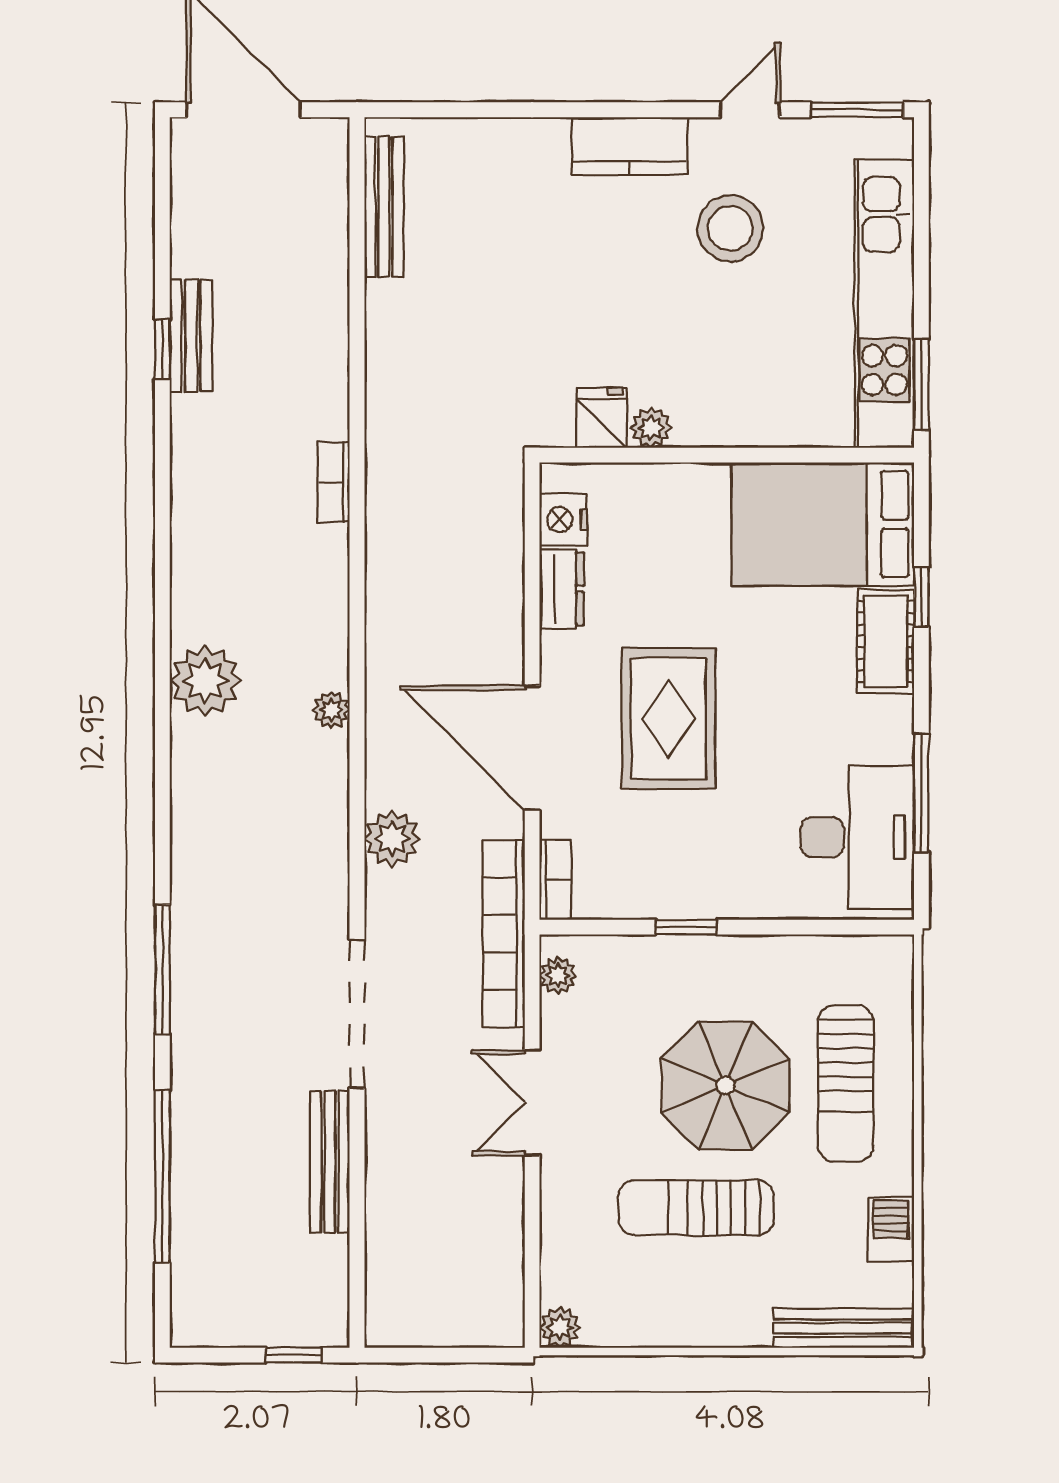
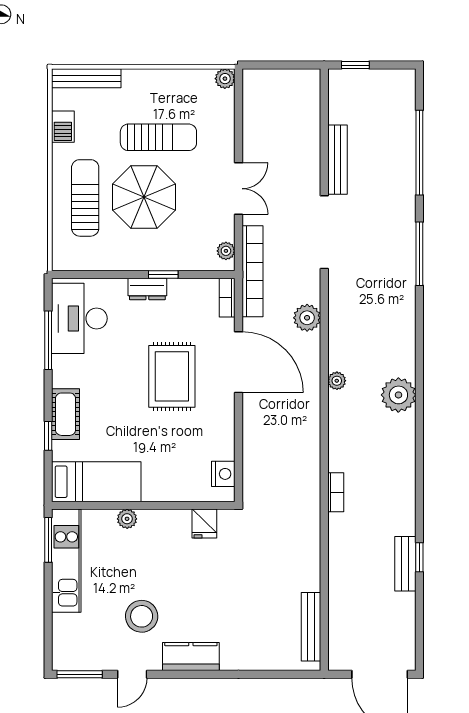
kitchen unit: (884, 304) -> (66, 561), width x0.73
plant: (651, 428) -> (127, 519), moved
bed: (823, 524) -> (96, 482), width x0.67
dresser: (562, 589) -> (147, 289), moved, turned -90

